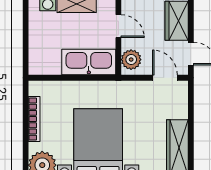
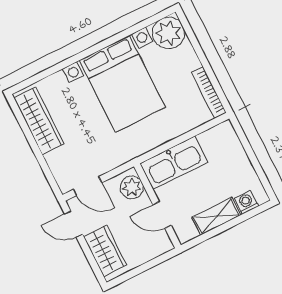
bookcase: (34, 119) -> (209, 92), moved

